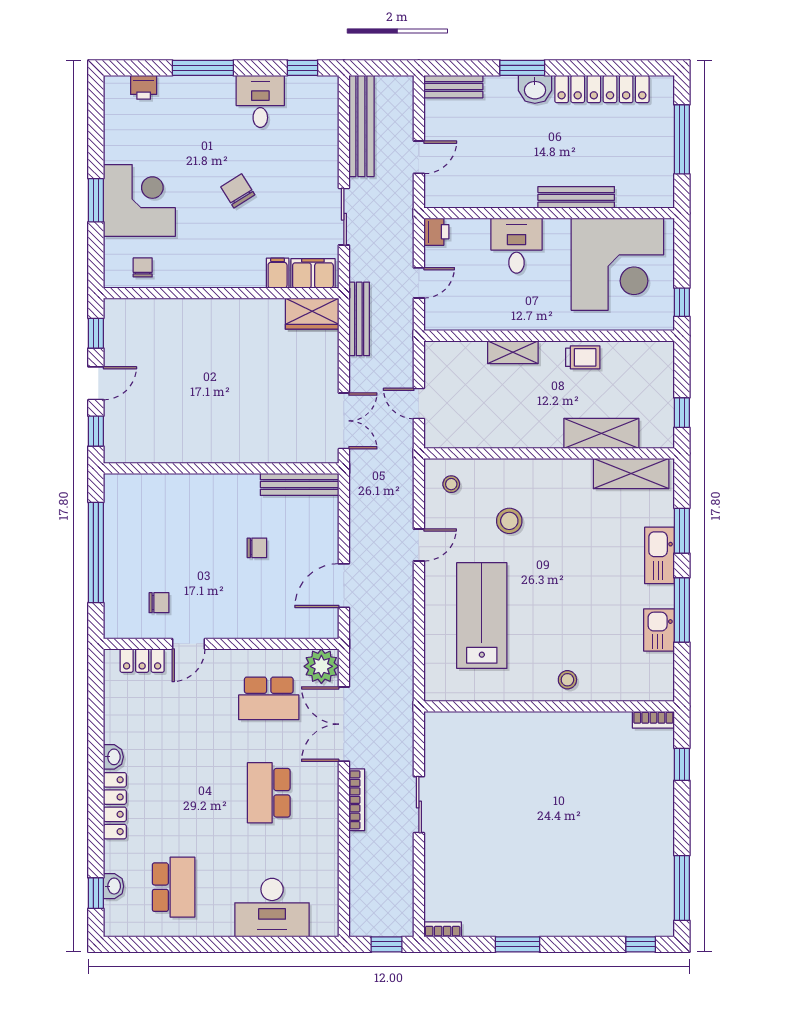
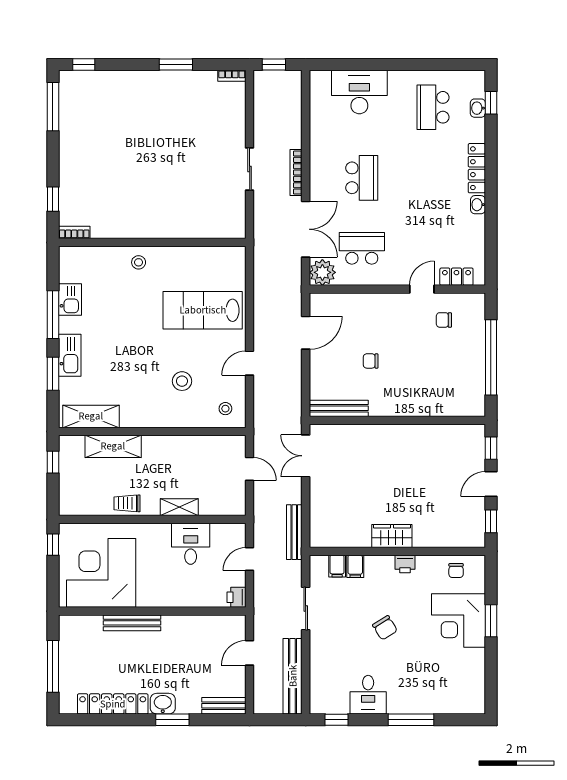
printer: (144, 87) -> (405, 564), moved, turned 180
desk: (517, 246) -> (191, 544), moved, turned 180
filing cabinet: (313, 273) -> (337, 566), width x0.50
wardrobe: (312, 314) -> (392, 536), moved
lab bench: (482, 616) -> (203, 310), turned 90

